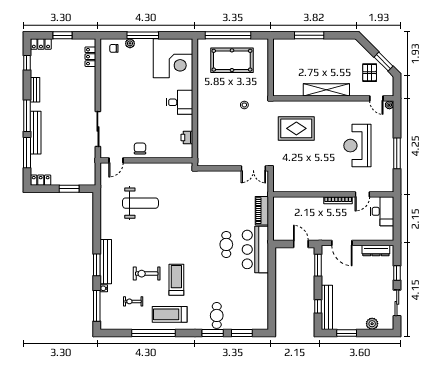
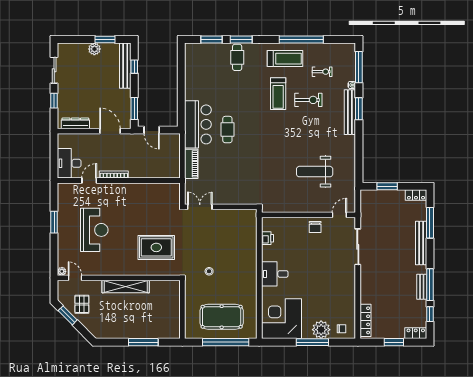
plant: (130, 43) -> (321, 330), width x1.88, depth x1.88
locker: (90, 57) -> (365, 320), width x1.53
window: (27, 116) -> (430, 285), moved
window: (397, 153) -> (54, 222), width x0.69
plant: (372, 324) -> (94, 49), moved

